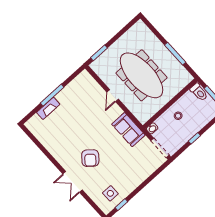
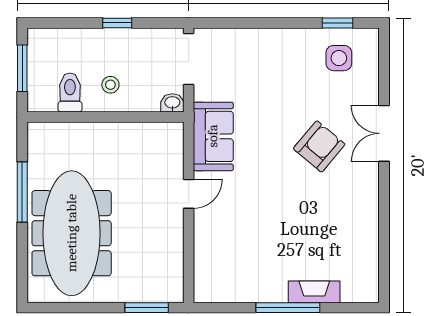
meeting table: (142, 75) -> (72, 233), moved
toilet: (199, 92) -> (70, 93), moved
door: (113, 96) -> (189, 194), moved
double door: (73, 182) -> (384, 133), swing flipped

